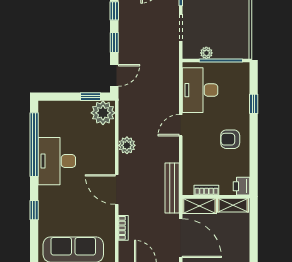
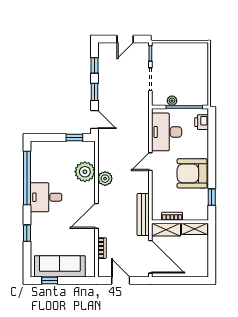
door: (114, 75) -> (94, 120), hinge flipped
window: (254, 104) -> (212, 197), moved
plant: (103, 113) -> (85, 172), moved
armchair: (230, 139) -> (192, 173), width x1.88, depth x1.88
desk: (57, 161) -> (46, 197), width x0.73
printer: (242, 186) -> (202, 122), moved
door: (117, 190) -> (96, 216), hinge flipped

